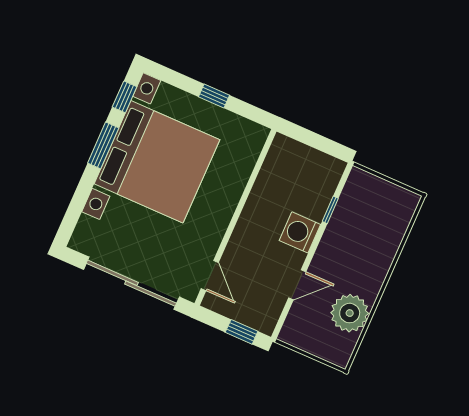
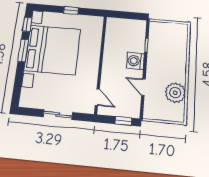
sliding door: (131, 283) -> (58, 115), width x0.54
door: (297, 285) -> (143, 87), swing flipped

